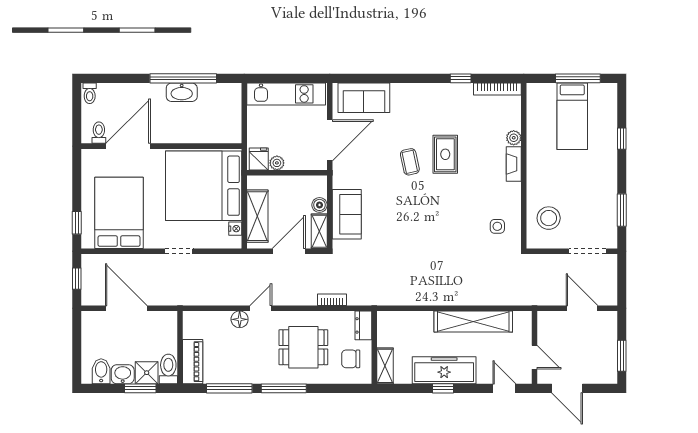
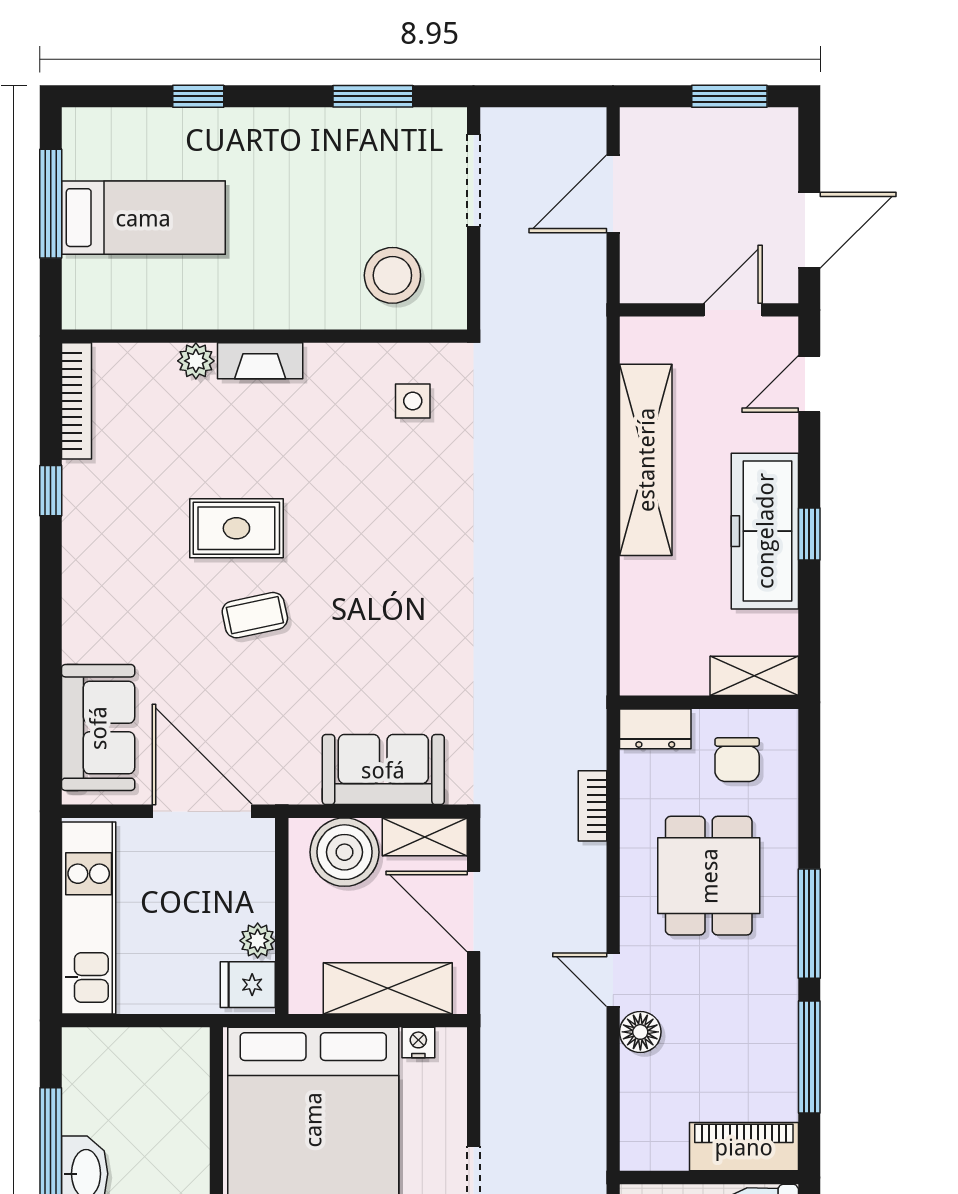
boiler: (319, 205) -> (344, 852), width x1.86, depth x1.86

